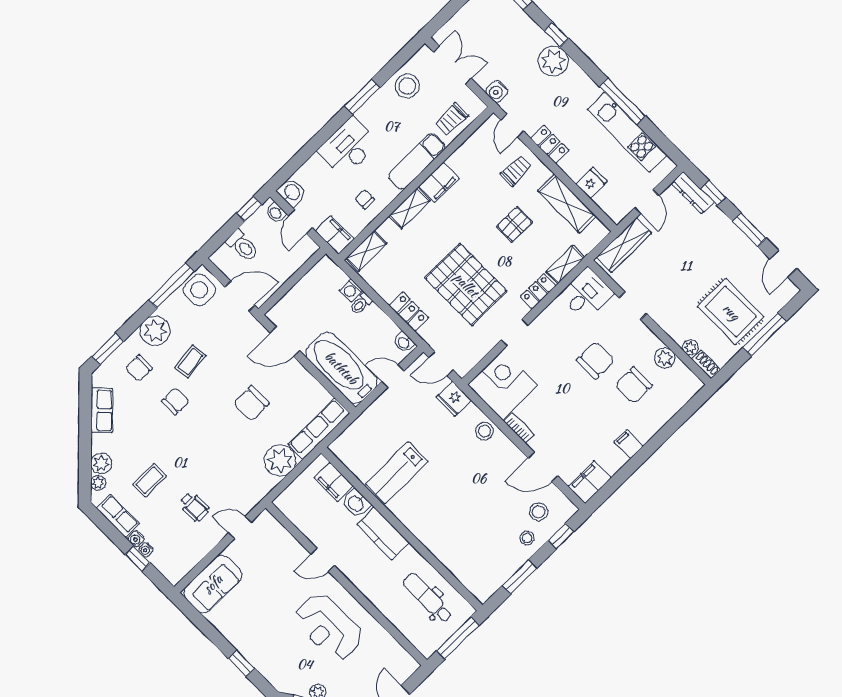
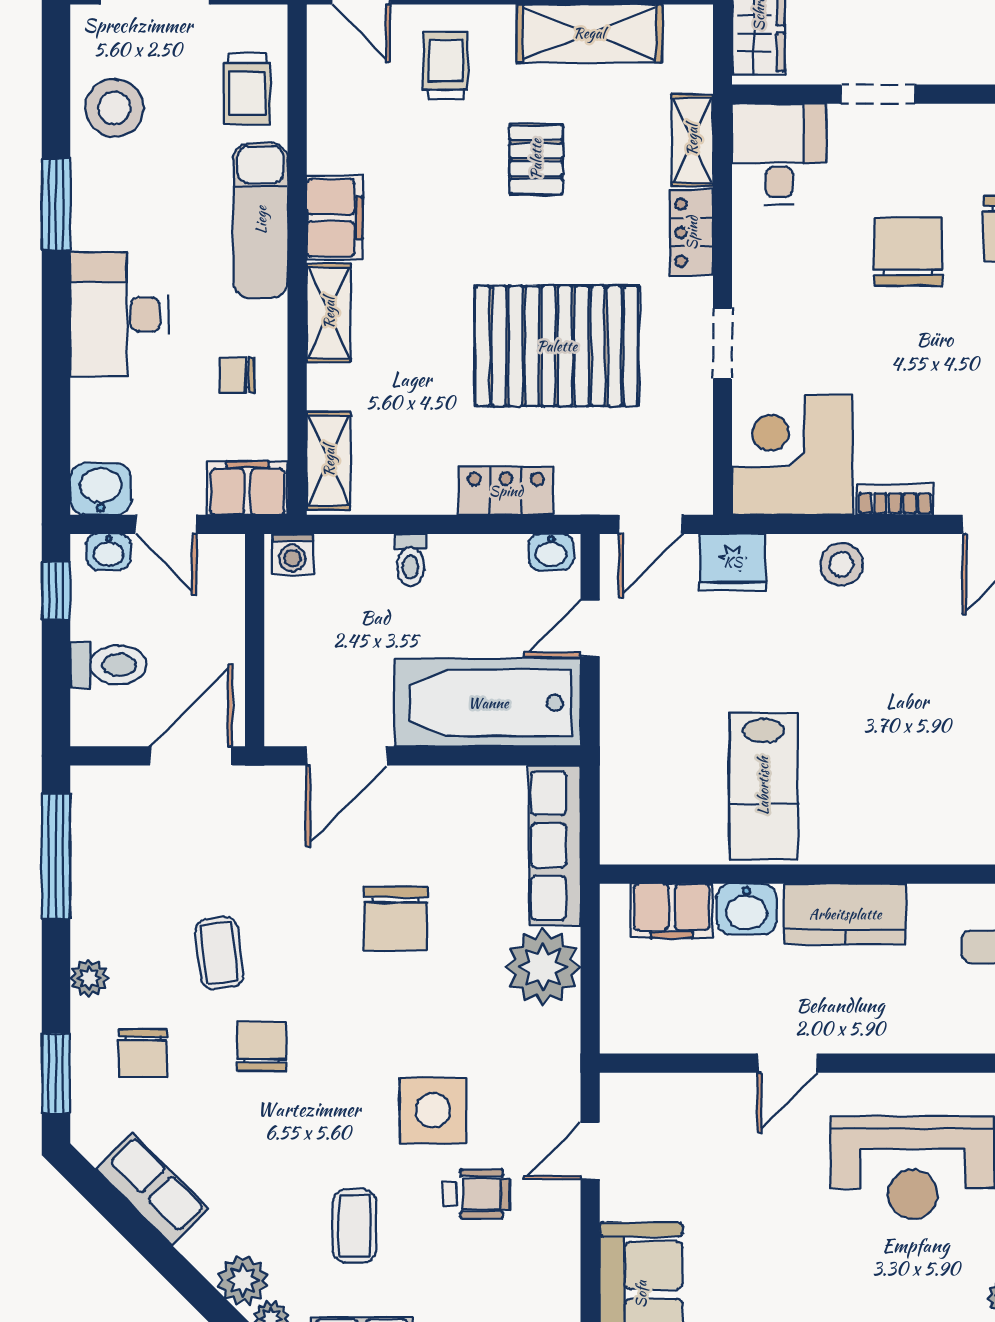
side table: (199, 290) -> (433, 1110), moved
washing machine: (351, 290) -> (292, 554), moved
plant: (155, 331) -> (89, 978), width x0.53, depth x0.53

